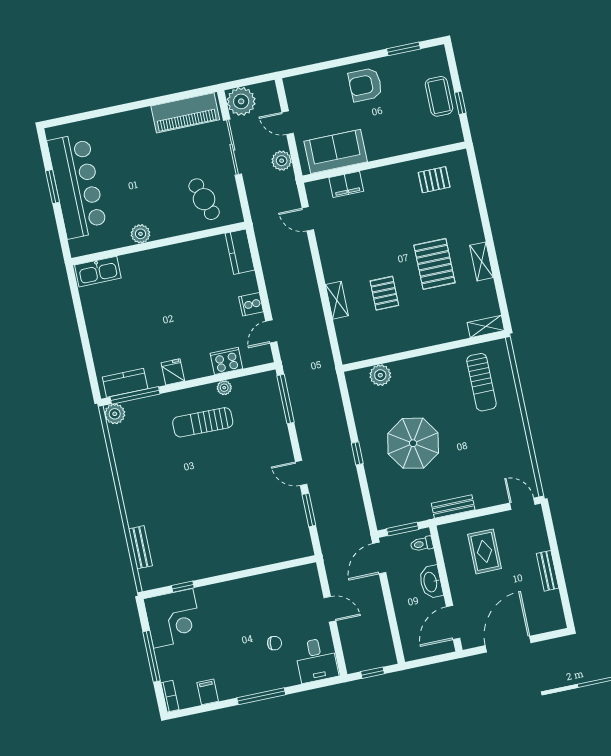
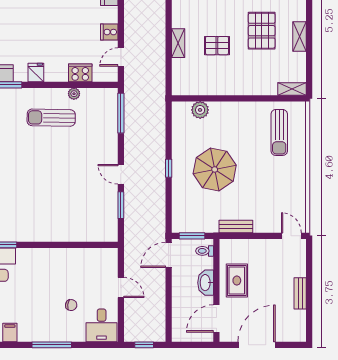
pallet: (384, 293) -> (217, 46), turned 90
rug: (485, 551) -> (237, 281), moved

